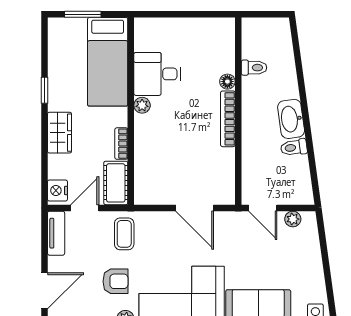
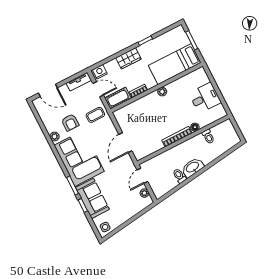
desk: (157, 74) -> (205, 98), moved, turned 90

